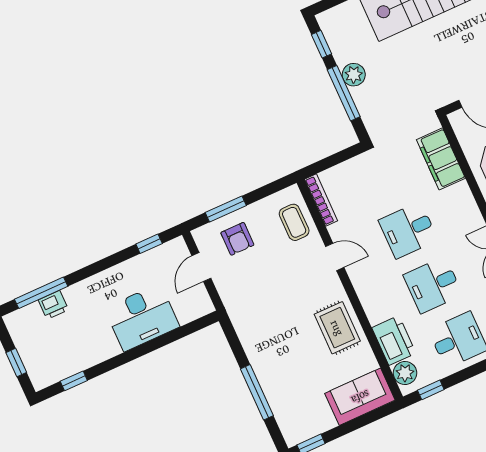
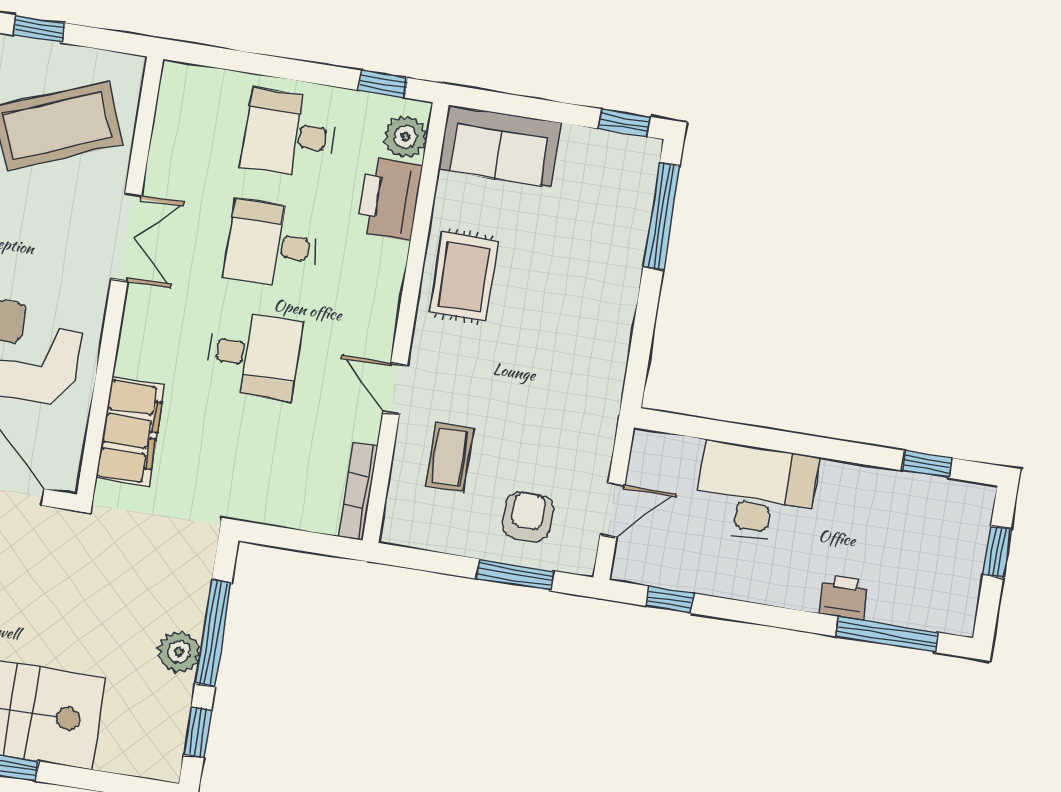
coffee table: (294, 222) -> (449, 457), moved
desk: (433, 285) -> (272, 244), turned 180
printer: (53, 305) -> (844, 597), moved
window: (257, 392) -> (661, 217), moved

